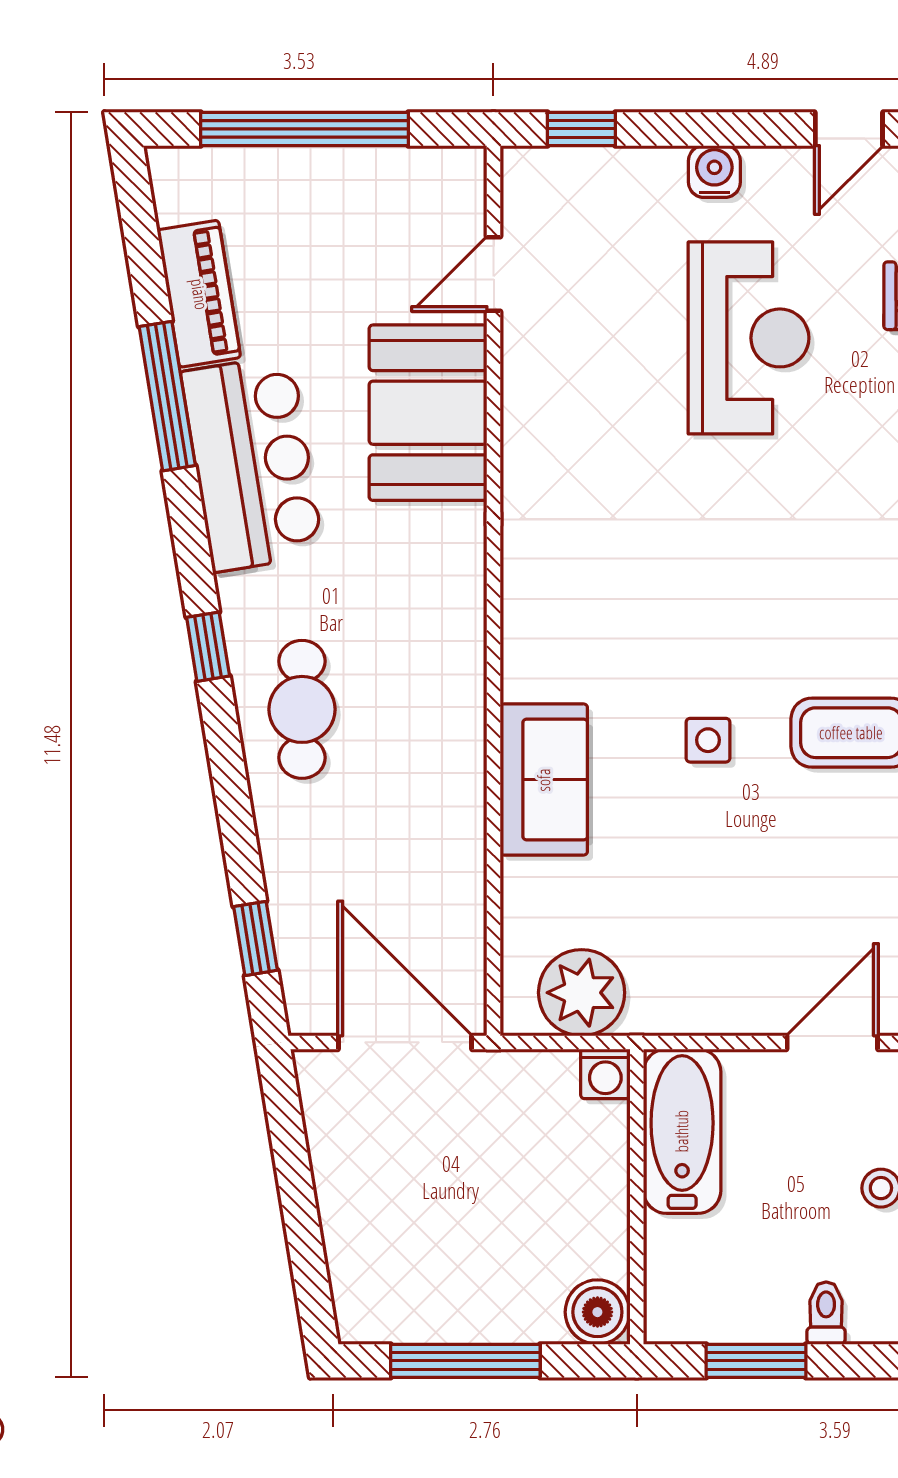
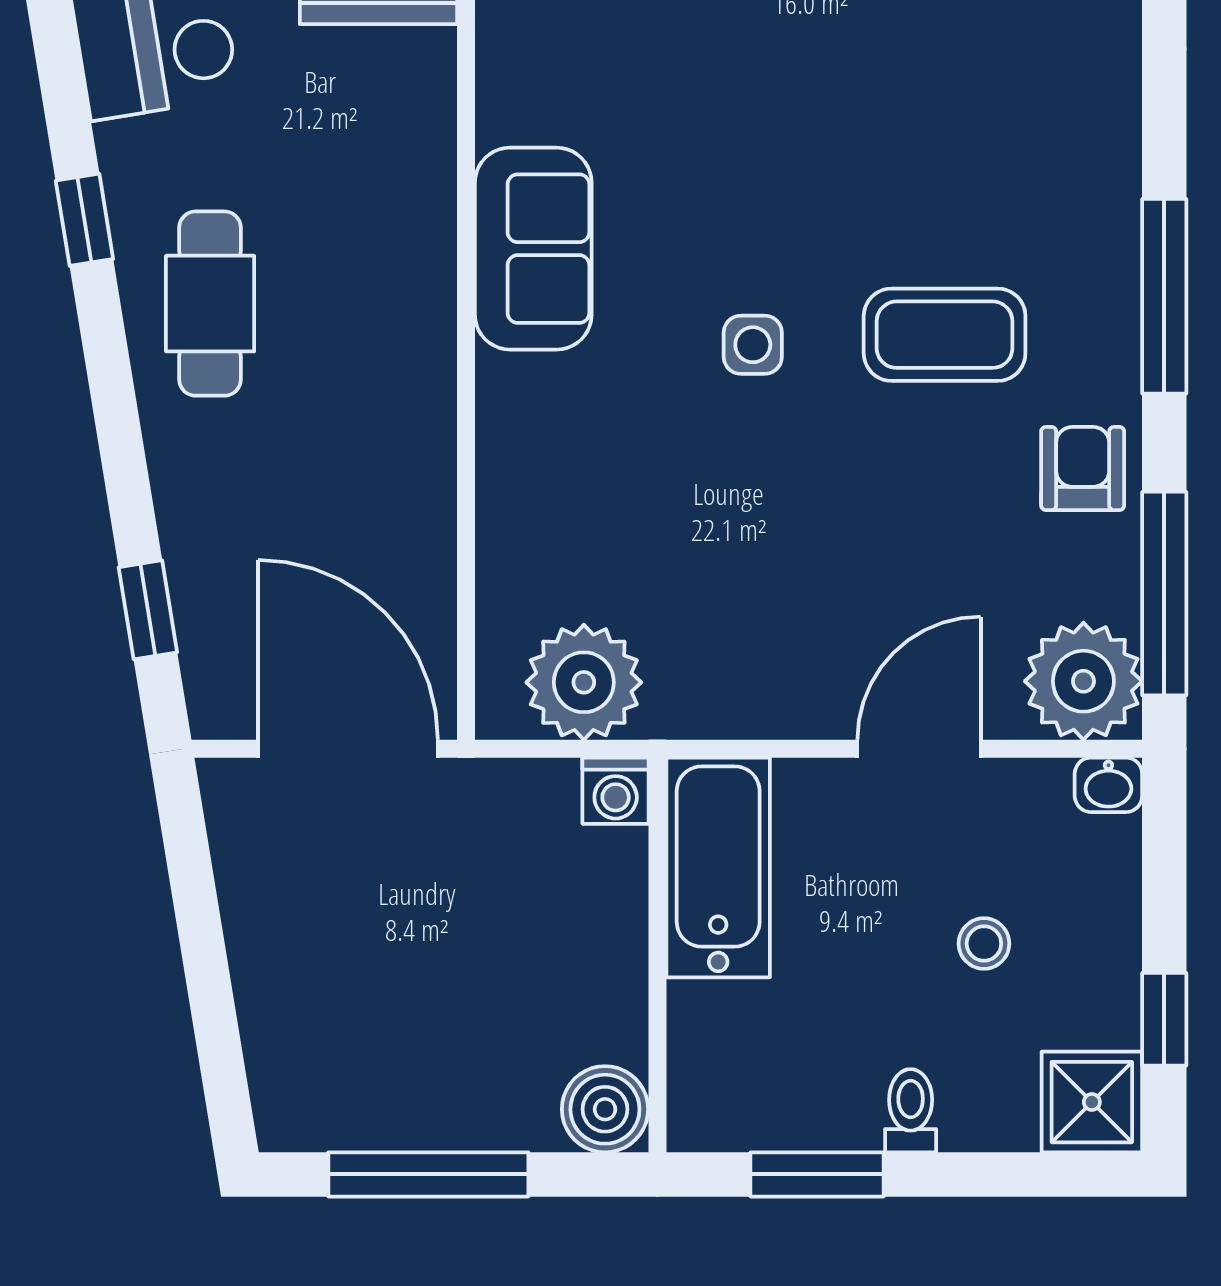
sofa: (544, 780) -> (533, 249), moved

